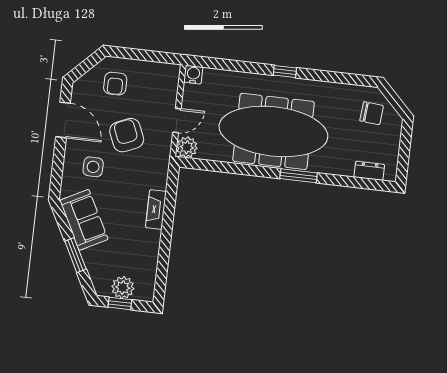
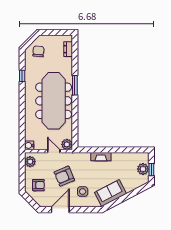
window: (285, 71) -> (22, 76), moved
plant: (162, 73) -> (30, 162), added
window: (75, 255) -> (129, 195), removed

